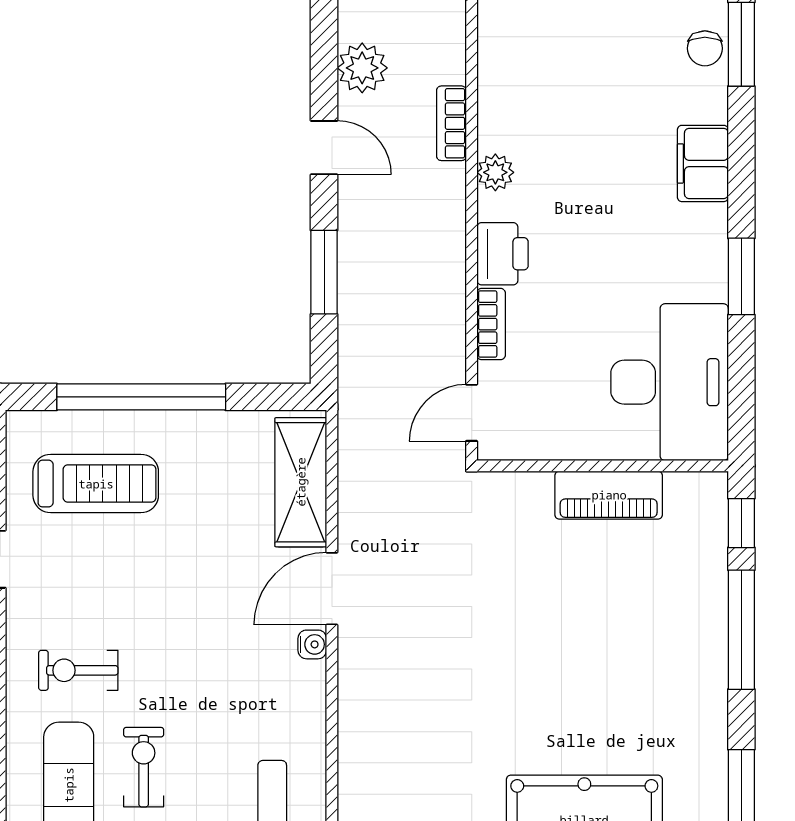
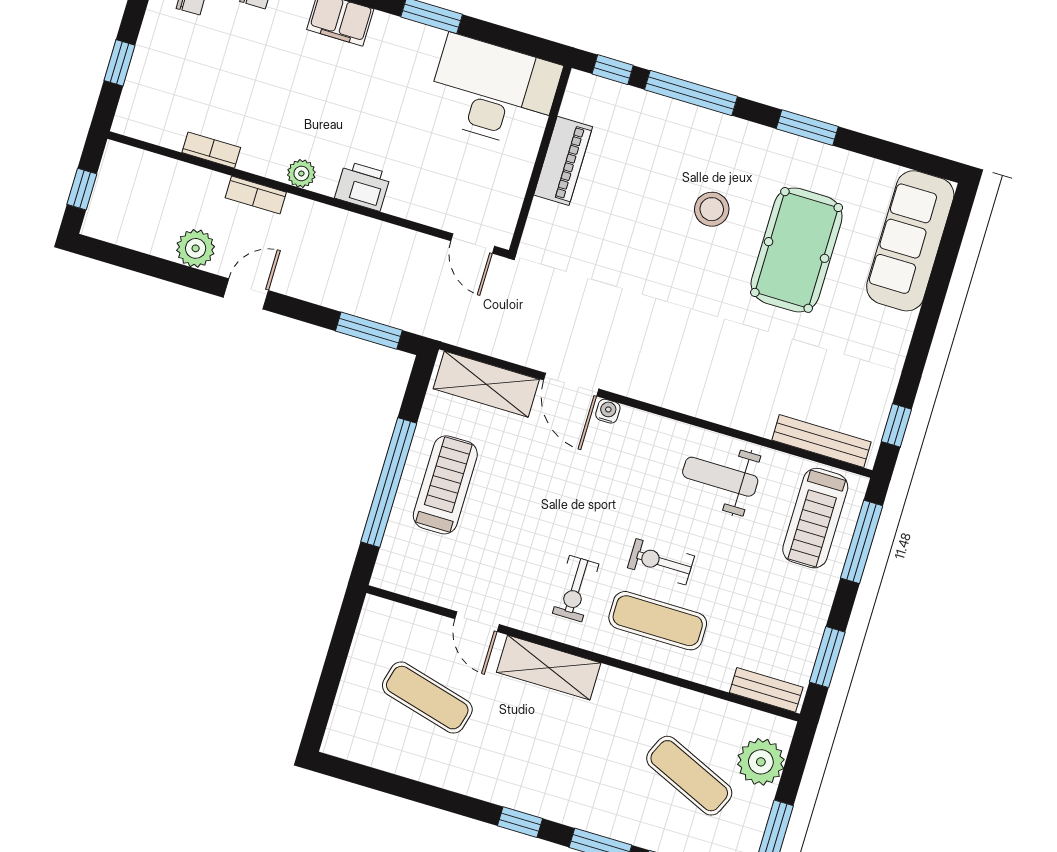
window: (324, 272) -> (369, 331), moved
bookcase: (491, 324) -> (211, 150), moved
treadmill: (96, 484) -> (445, 485), moved
stool: (604, 699) -> (712, 209), added

